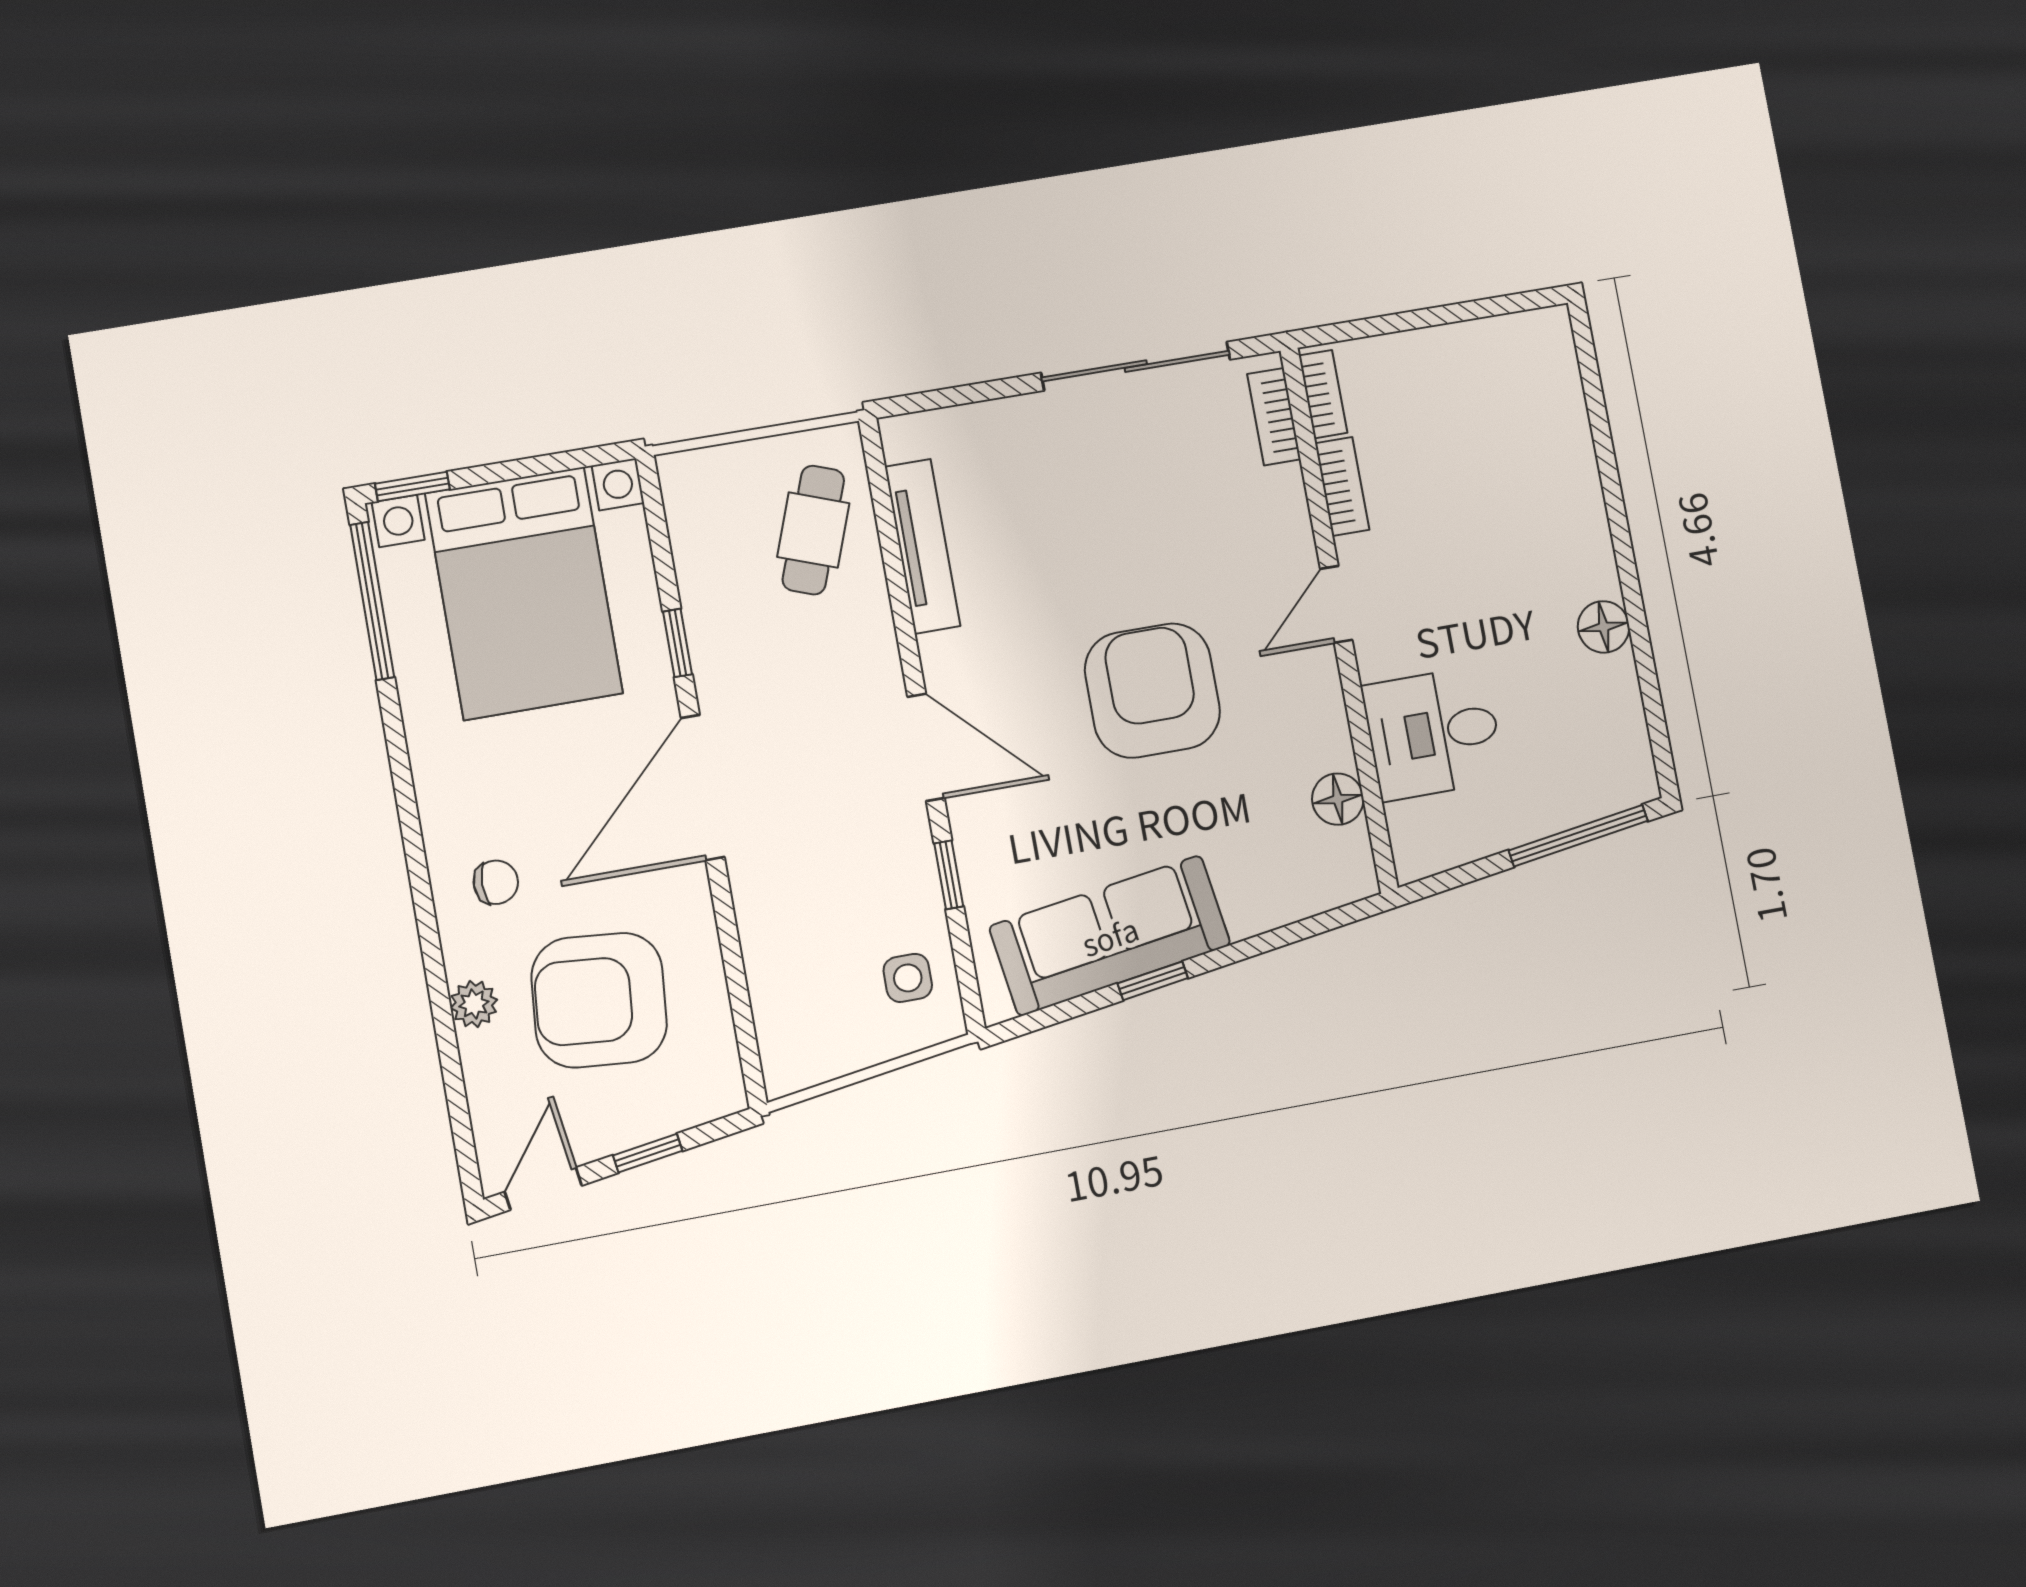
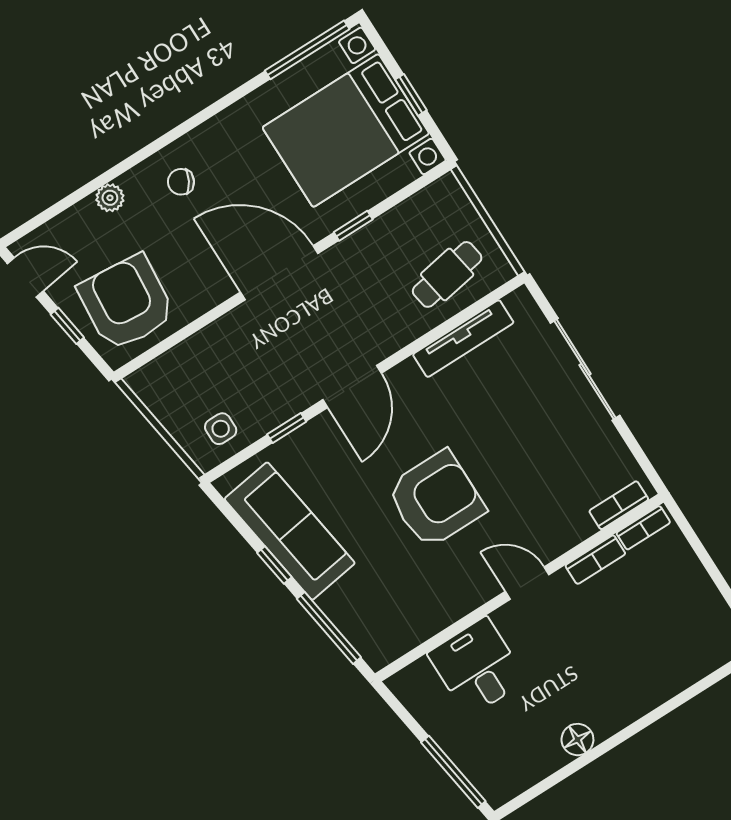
sliding door: (1136, 366) -> (585, 369), moved
window: (412, 486) -> (411, 95), moved
cafe table: (813, 530) -> (447, 274), turned -30
floor lamp: (1338, 799) -> (418, 628), removed
chair: (496, 882) -> (181, 182), turned 119
window: (1283, 936) -> (329, 628), added
armchair: (599, 1000) -> (126, 303), moved

